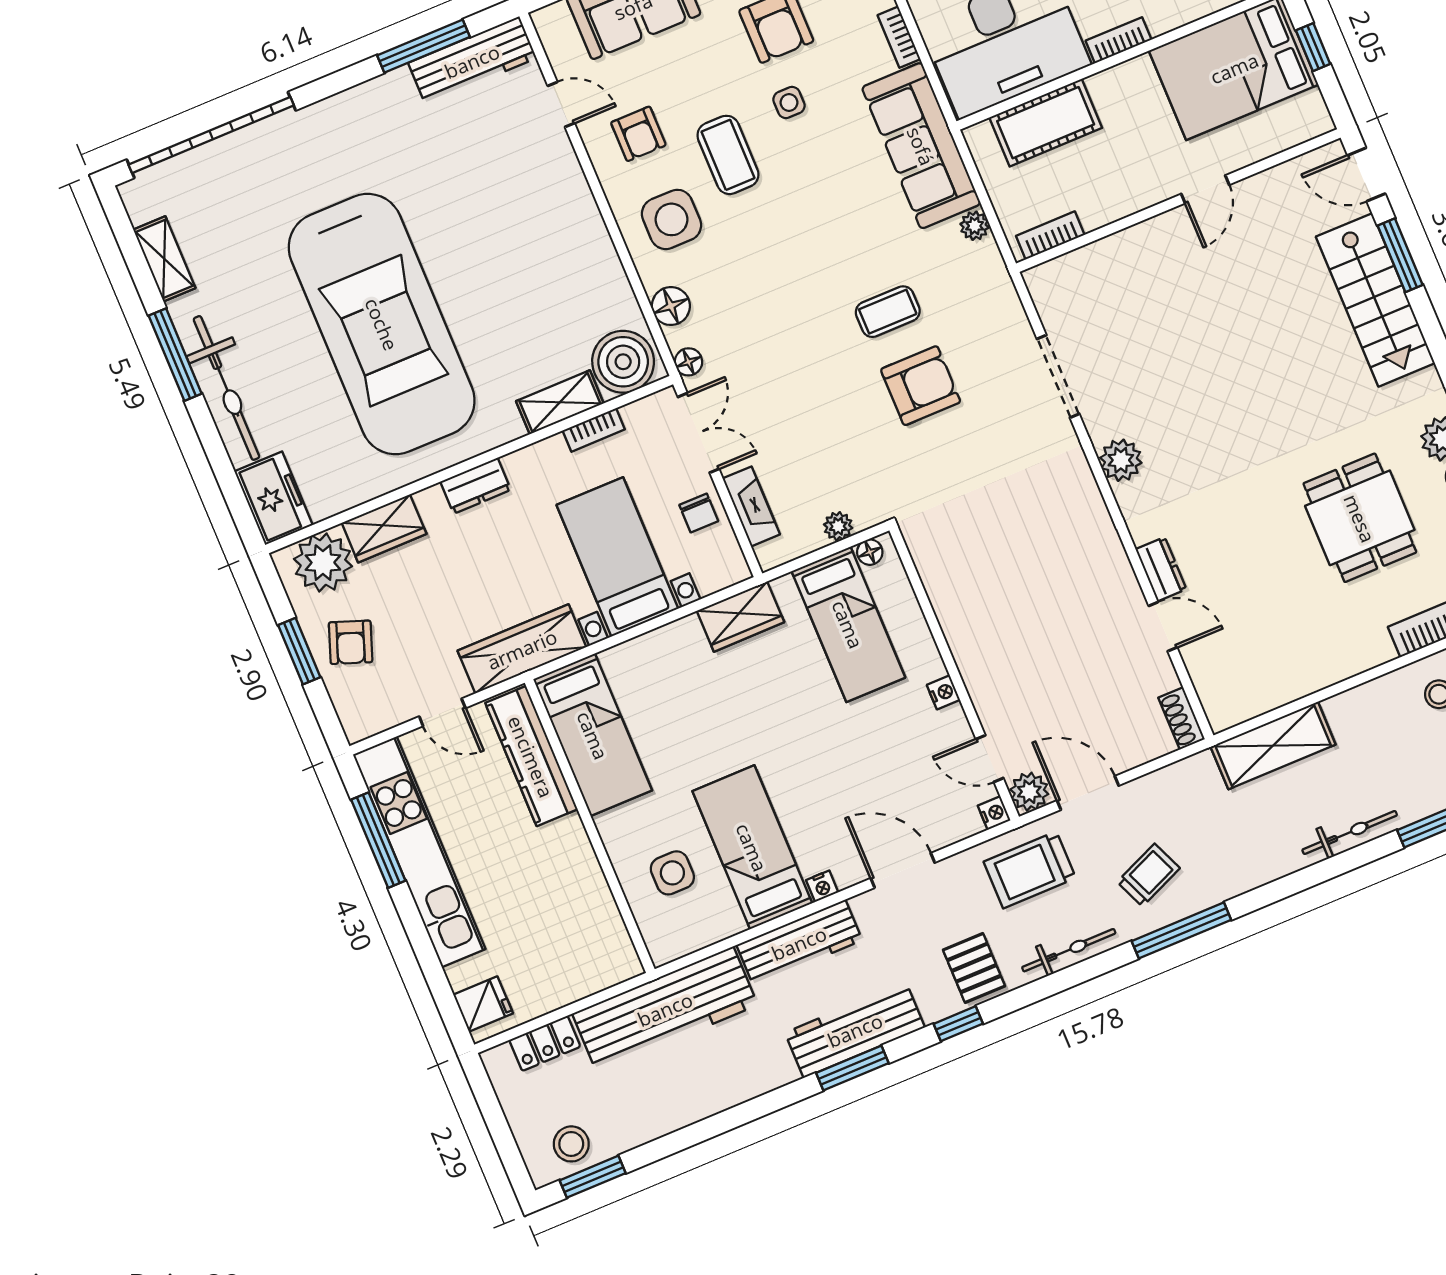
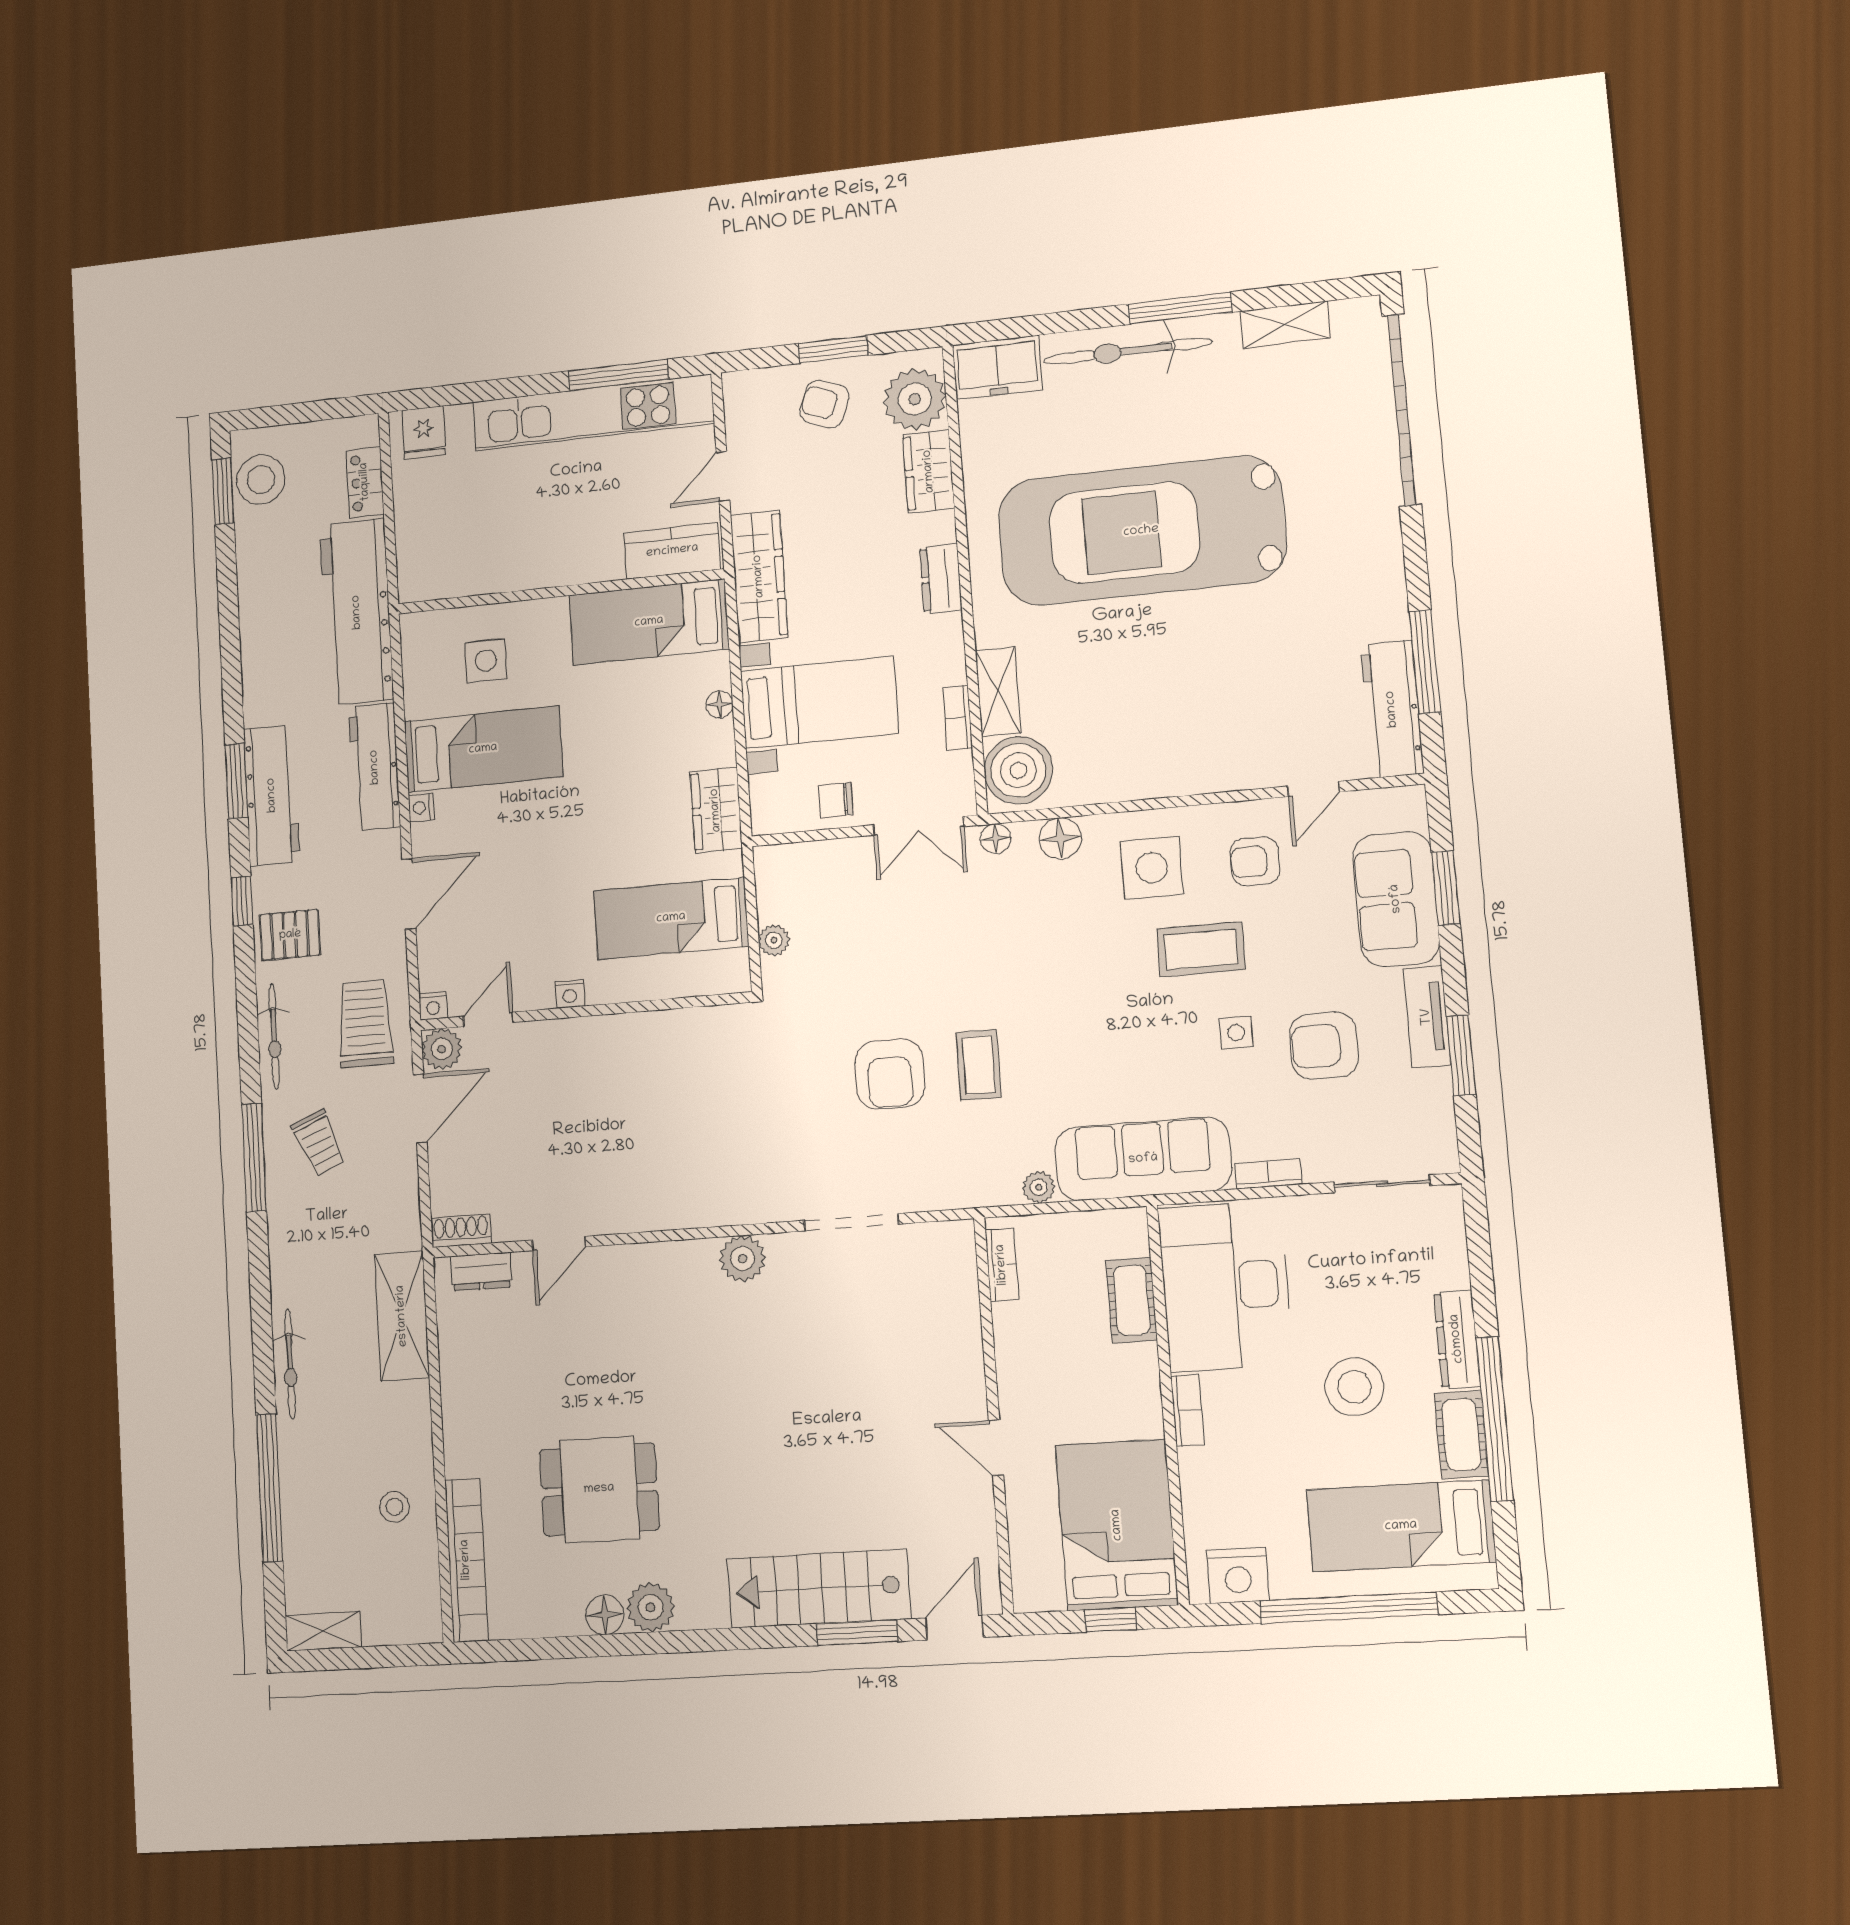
cot: (1046, 123) -> (1132, 1300), width x0.73, depth x0.75
fireplace: (751, 506) -> (824, 857), removed
floor lamp: (870, 552) -> (720, 704), moved
dresser: (1161, 569) -> (481, 1272), moved
kitchen counter: (531, 756) -> (672, 551), width x0.67
stool: (571, 1144) -> (261, 480), width x1.38, depth x1.38

